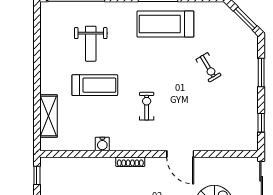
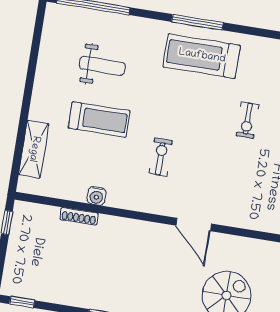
weight bench: (91, 44) -> (102, 66), turned -90
exercise bike: (208, 67) -> (248, 120), turned 31
shoe rack: (130, 162) -> (79, 216), moved

